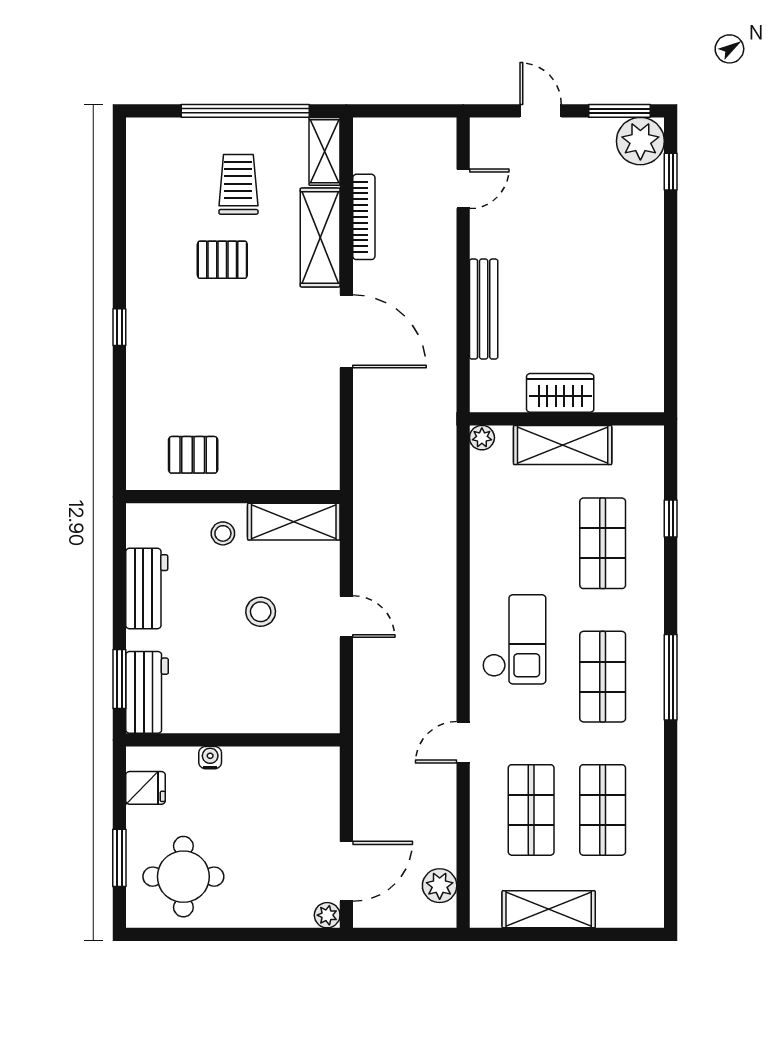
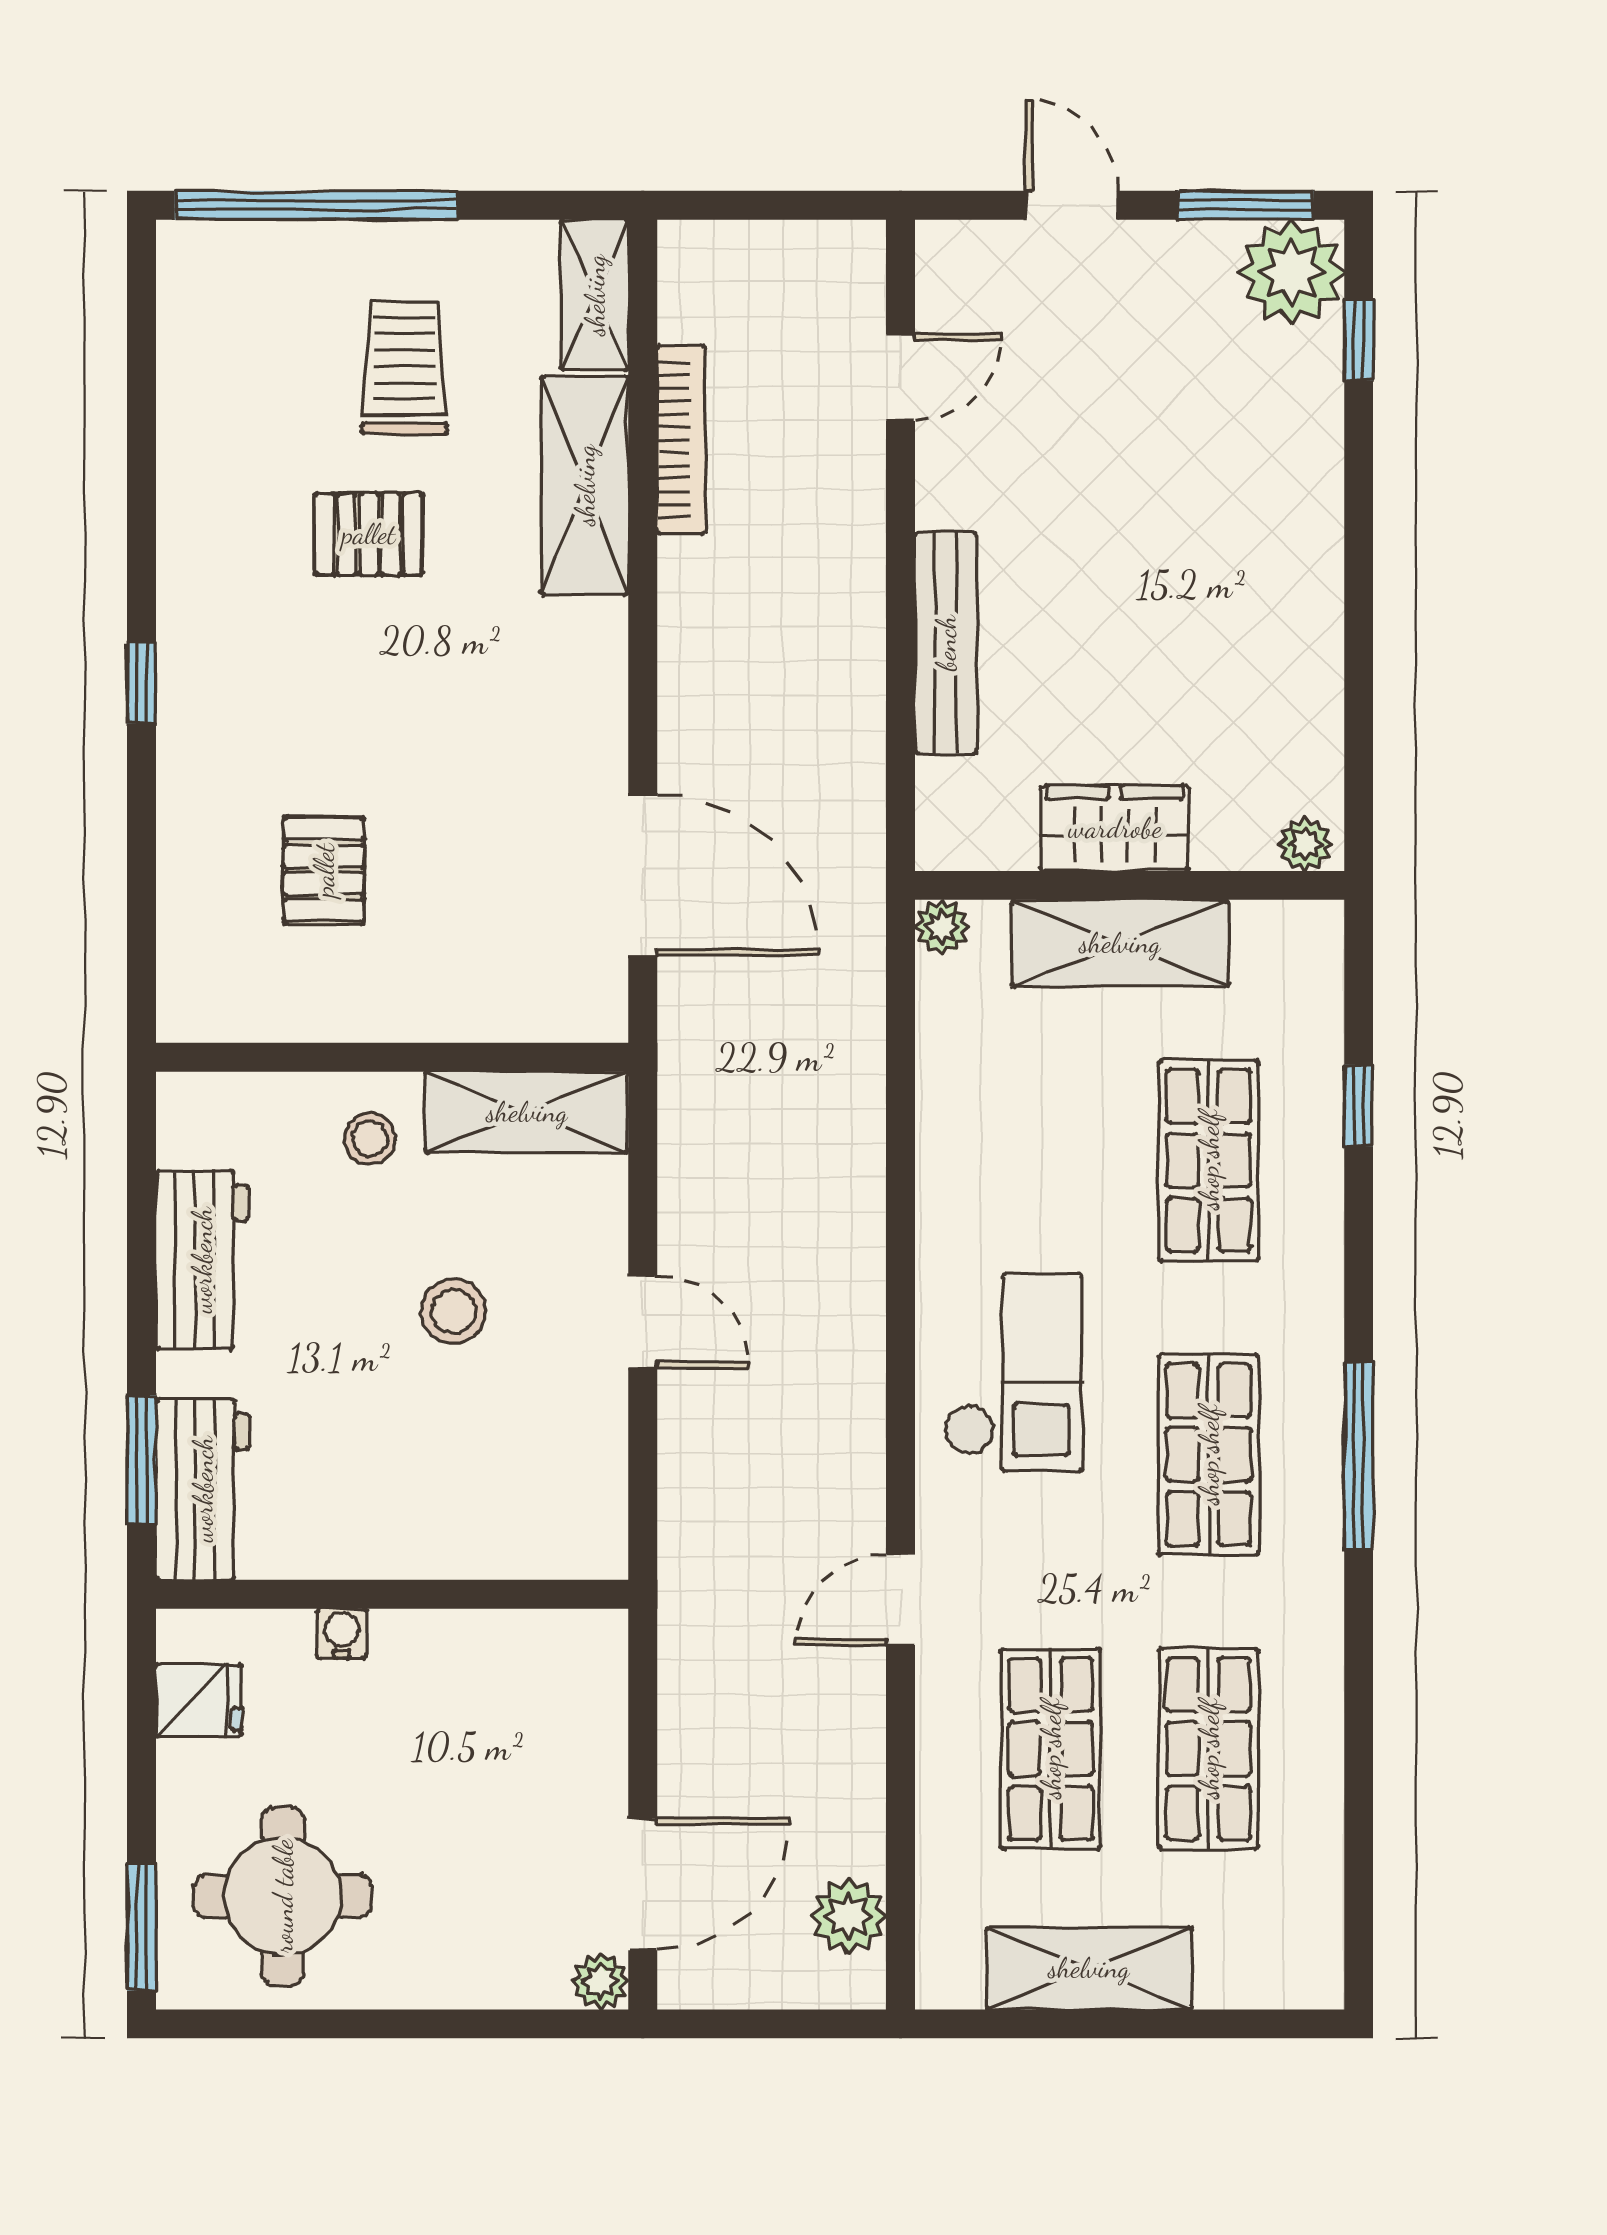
window: (245, 111) -> (316, 205), moved
door: (346, 331) -> (643, 875), moved
plant: (646, 400) -> (1305, 844), added
pallet: (193, 455) -> (324, 870), moved, turned 90
window: (119, 858) -> (142, 1927), moved

